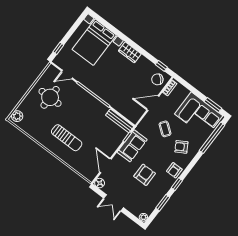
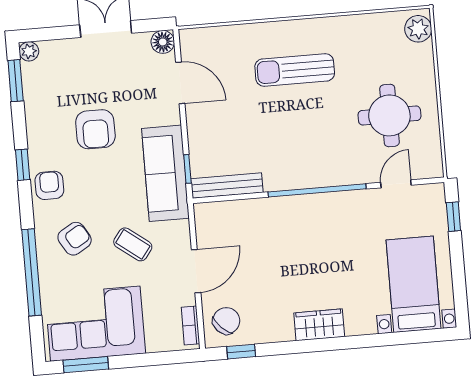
bed with nightstands: (94, 42) -> (414, 284), width x0.73
window: (212, 138) -> (32, 272), moved
sofa: (132, 146) -> (165, 173), width x1.36
window: (163, 203) -> (16, 81), moved

